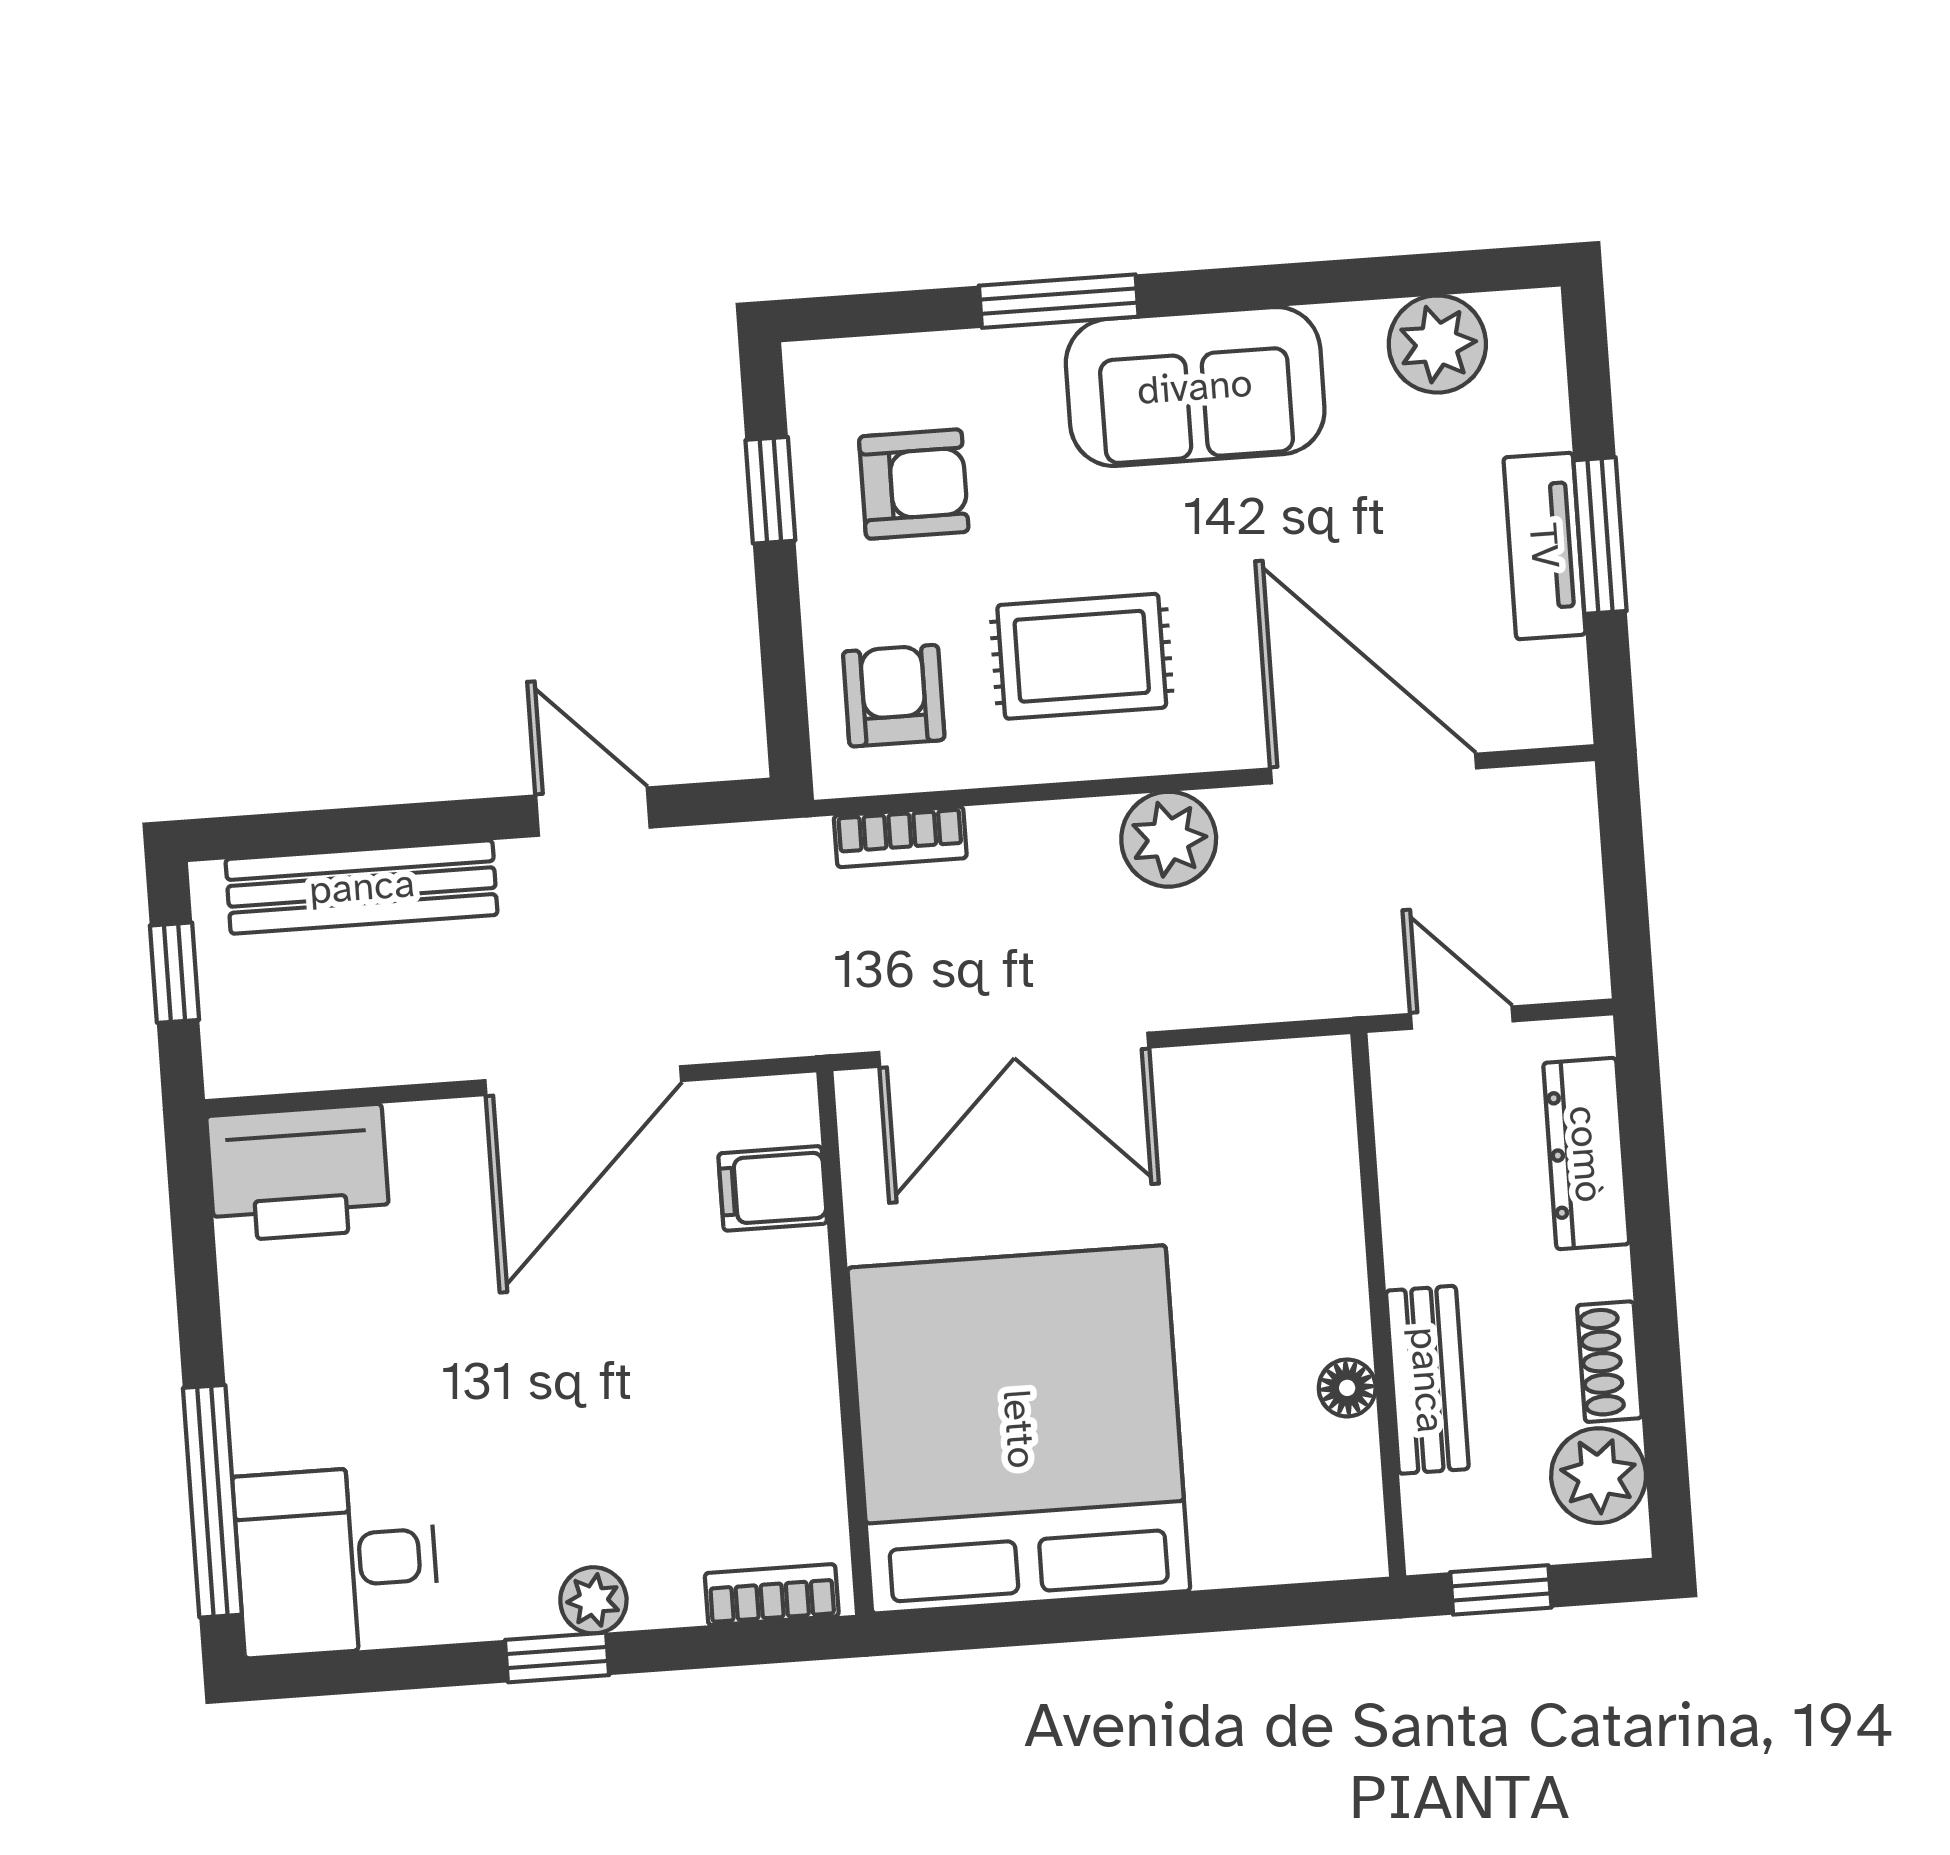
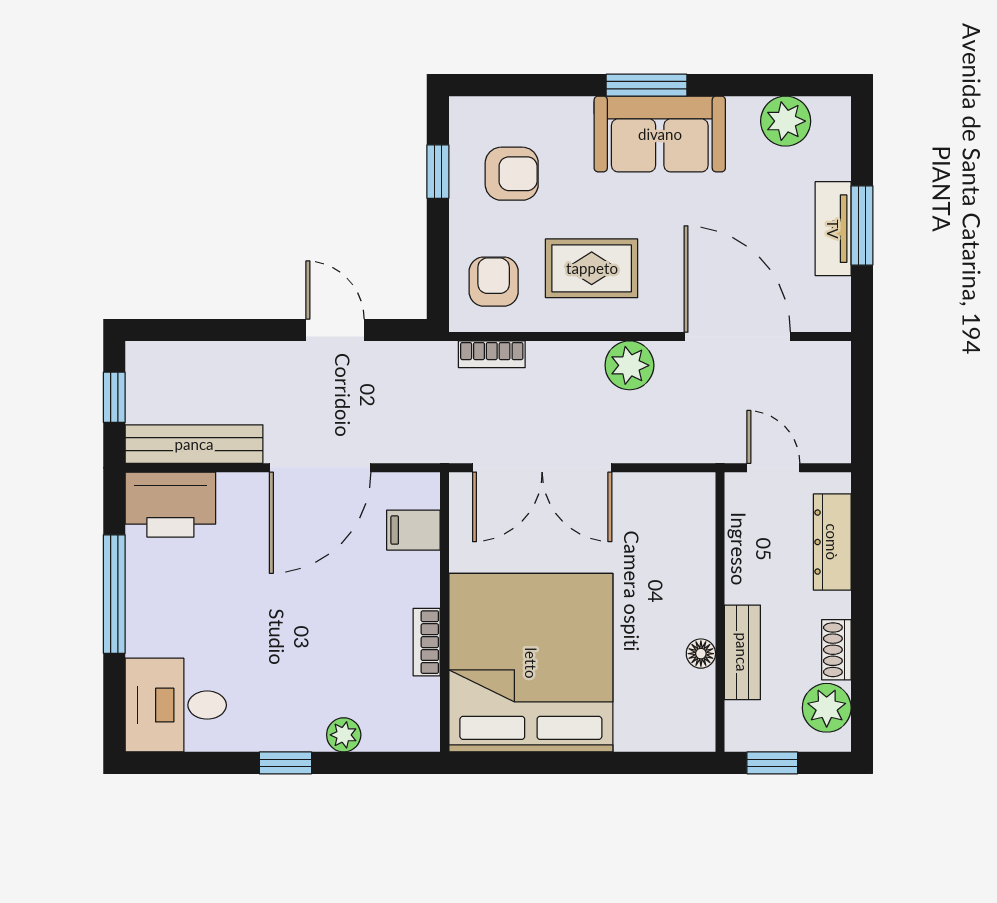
window: (1059, 301) -> (647, 85), moved
bench: (362, 887) -> (194, 444), moved
window: (212, 1501) -> (114, 594), moved
bookcase: (772, 1595) -> (427, 642), moved, turned -90
plant: (593, 1600) -> (344, 735), moved

